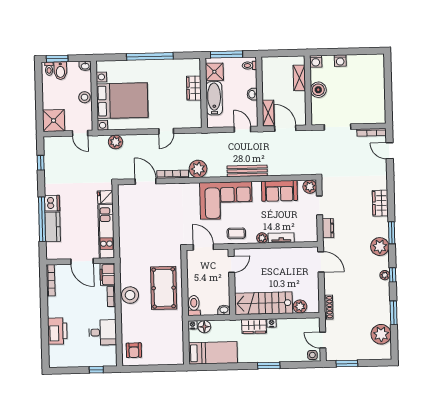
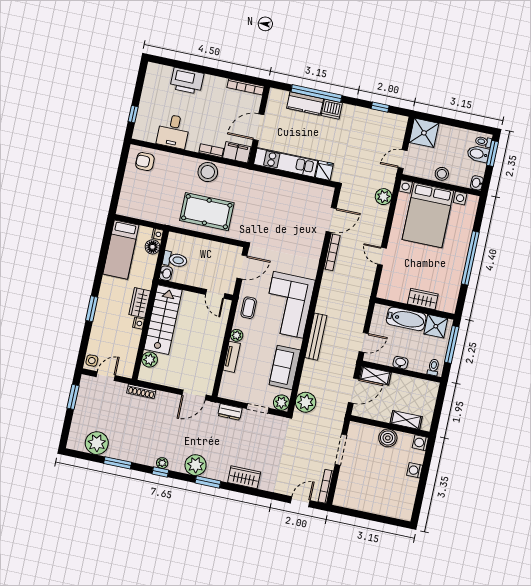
plant: (198, 169) -> (306, 402), moved
toilet: (194, 306) -> (175, 260), moved

